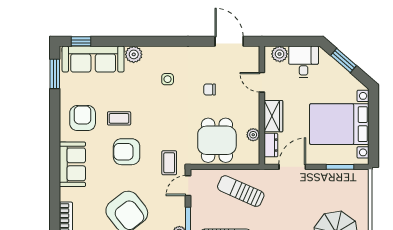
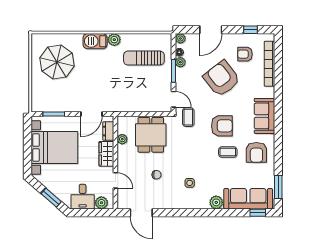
door: (188, 186) -> (174, 99), hinge flipped
sun lounger: (241, 191) -> (132, 95), removed

